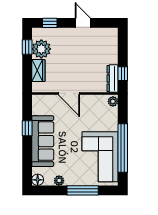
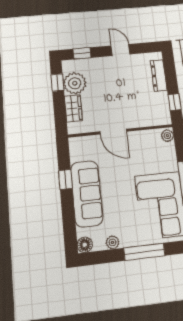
dresser: (113, 78) -> (159, 76), moved

